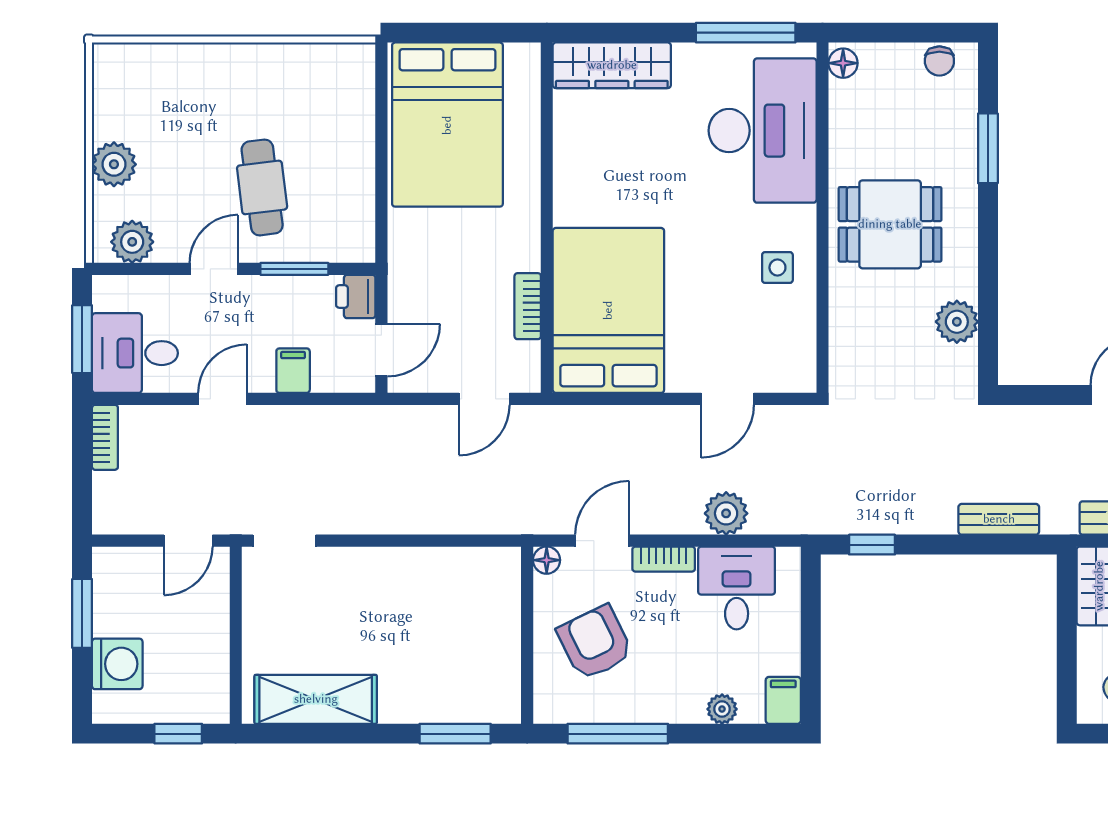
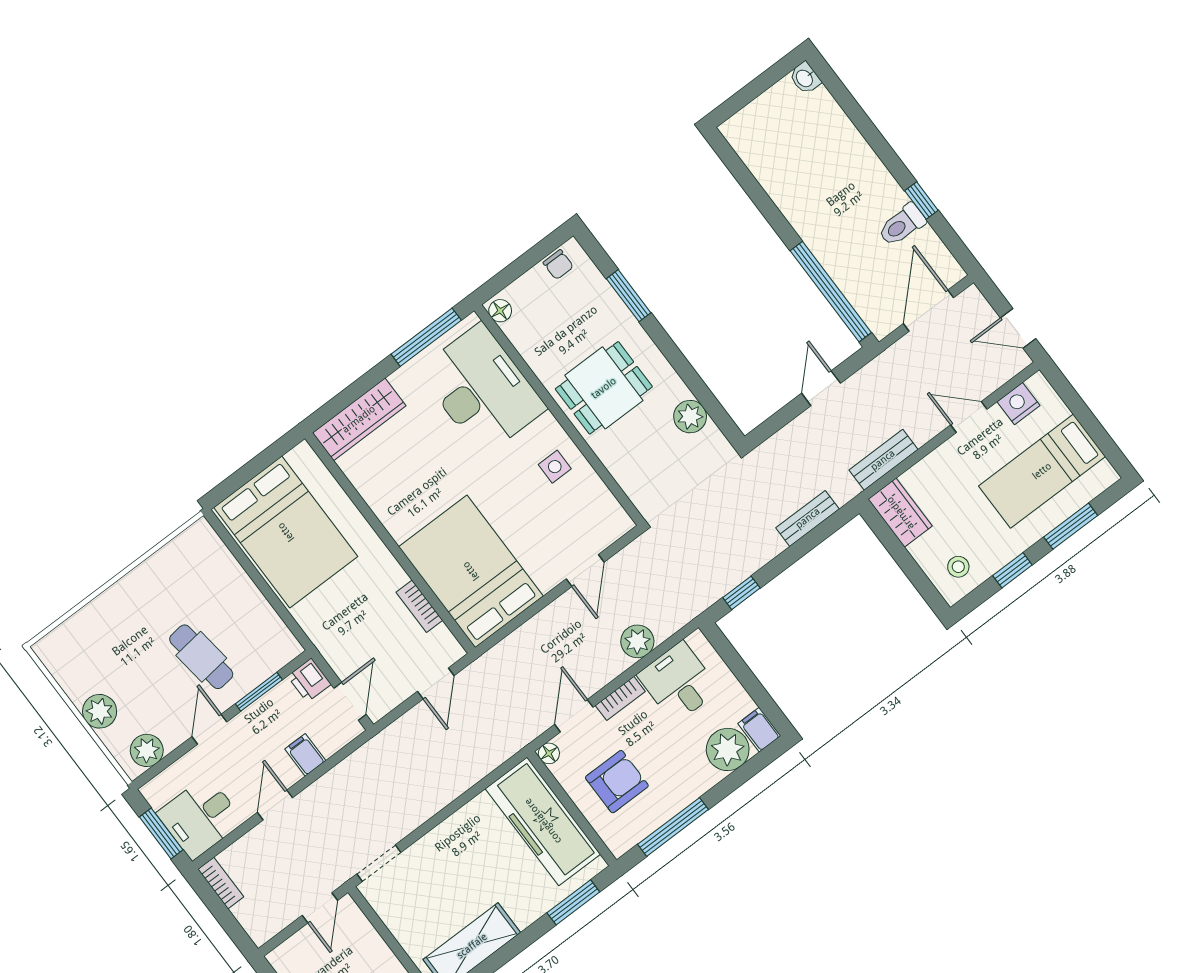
freezer: (487, 626) -> (543, 821), added
armchair: (595, 643) -> (617, 782), turned 116
plant: (722, 709) -> (728, 749), width x1.88, depth x1.88

